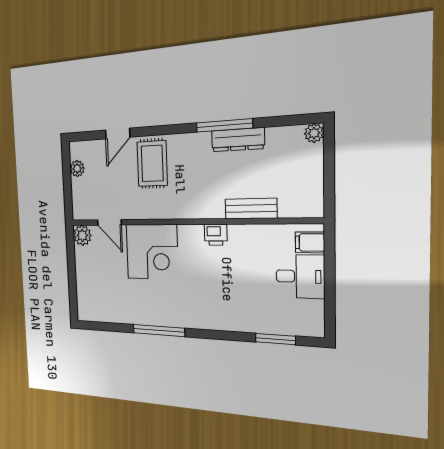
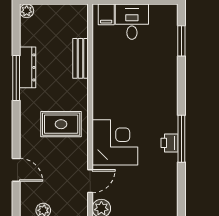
rug: (152, 164) -> (61, 124), moved
printer: (216, 235) -> (170, 143), moved, turned 180

